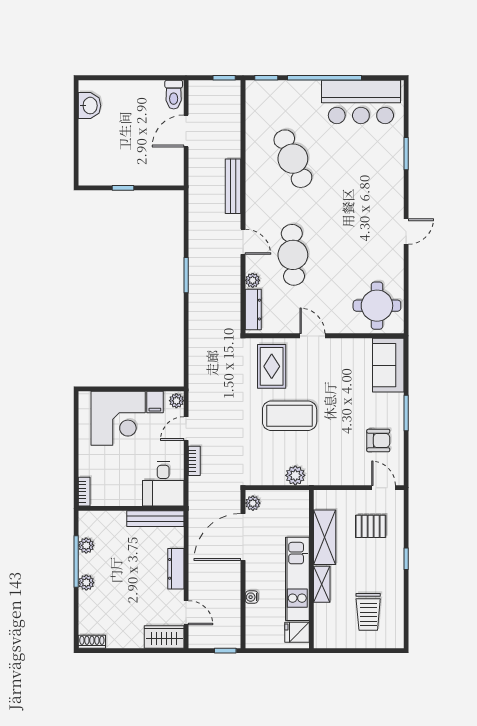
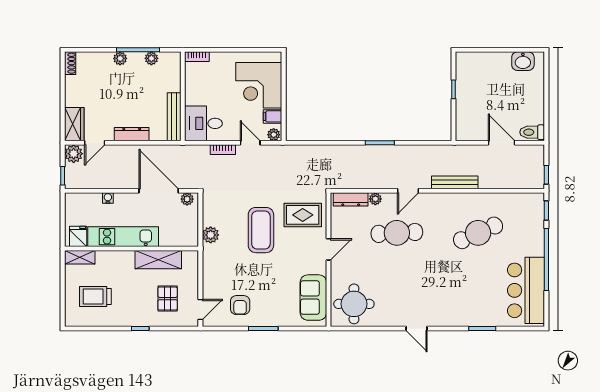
sofa: (388, 365) -> (313, 298), moved, turned -90
shelving: (322, 584) -> (80, 257), moved
plant: (199, 638) -> (74, 154), added

